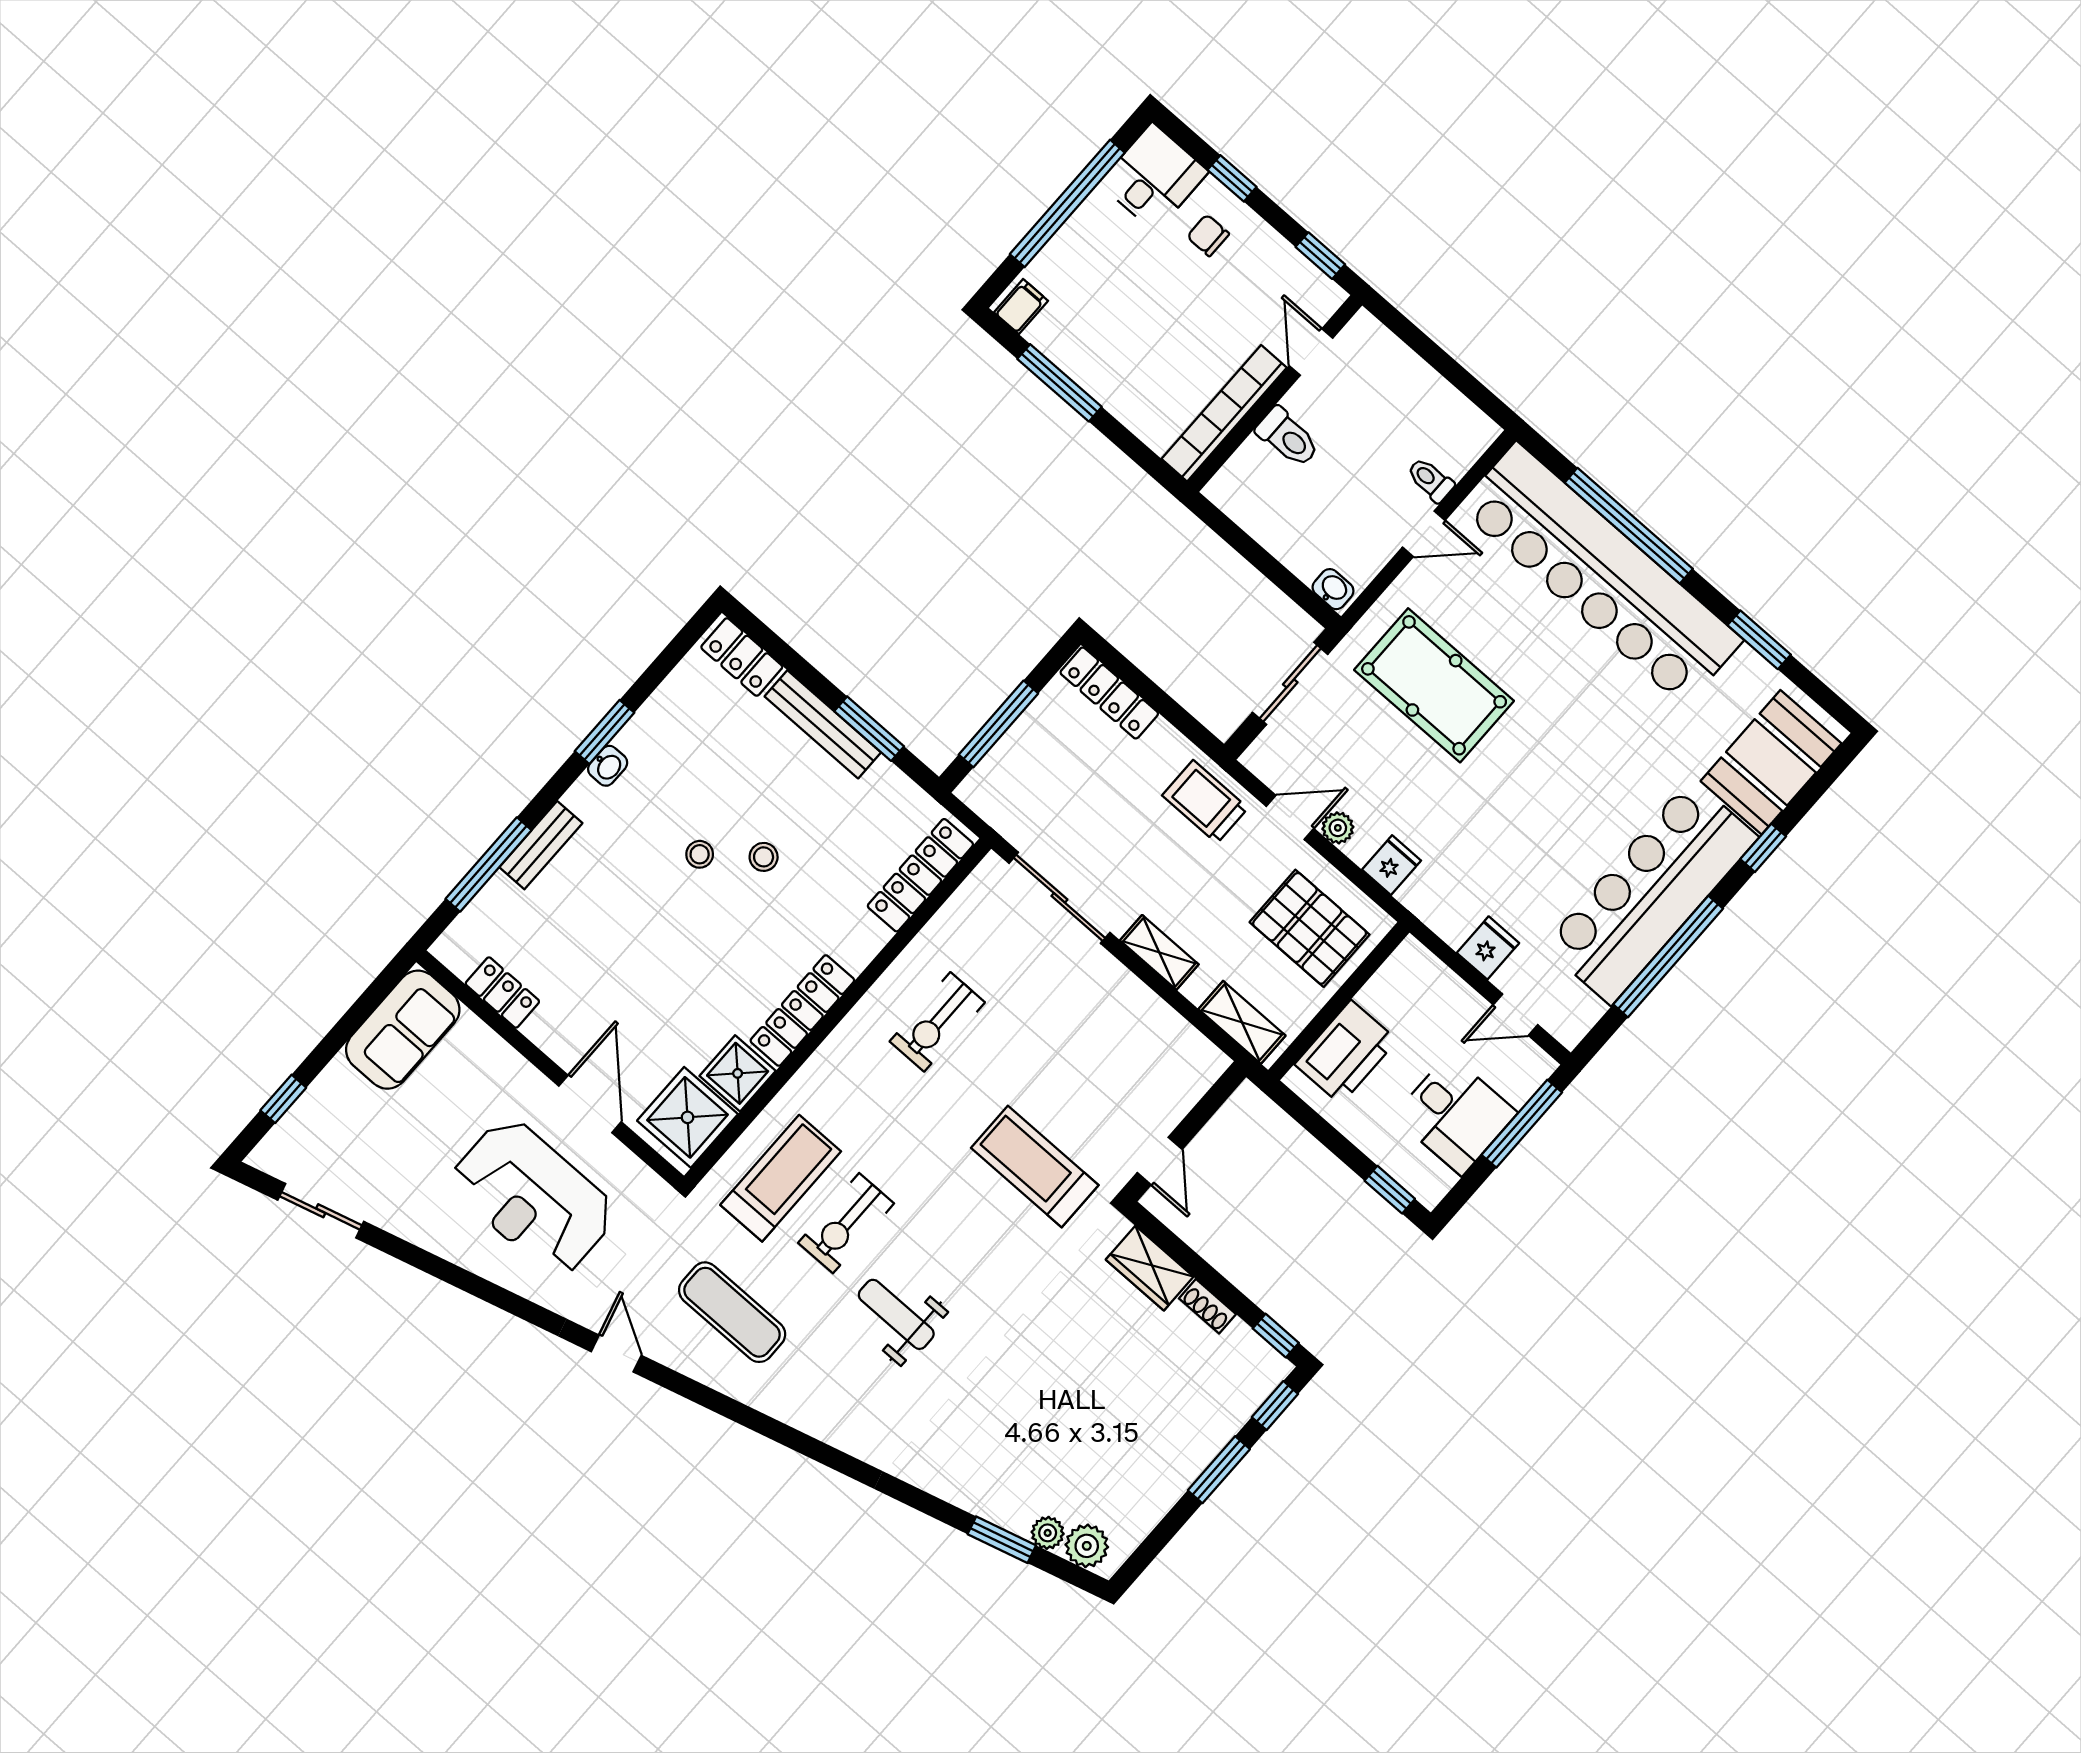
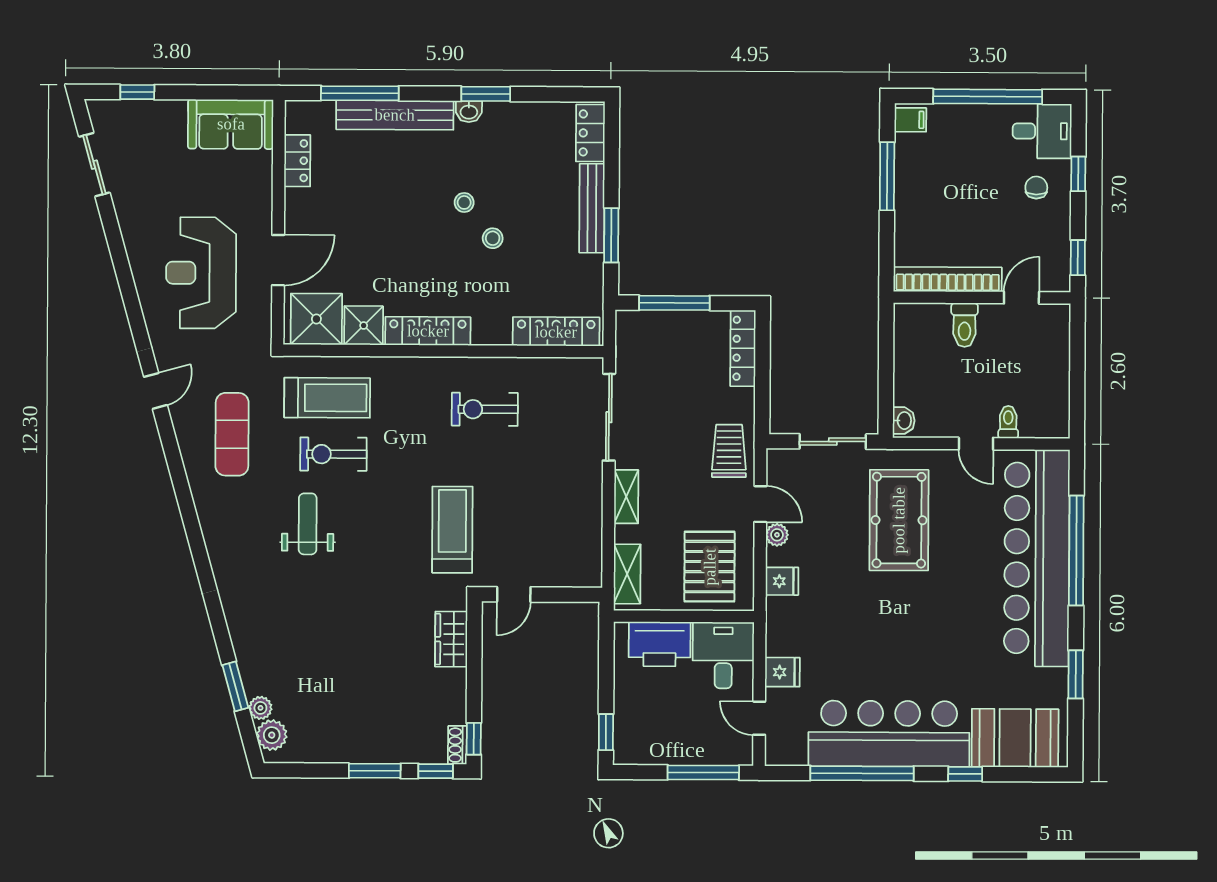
bench: (541, 845) -> (395, 115), width x1.86, depth x1.21
desk: (1455, 1115) -> (723, 655), moved, turned 180
shoe rack: (1208, 1306) -> (457, 745), moved

